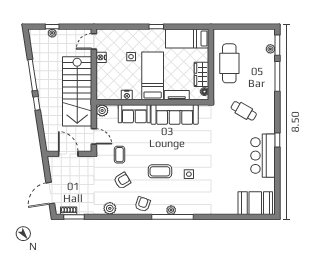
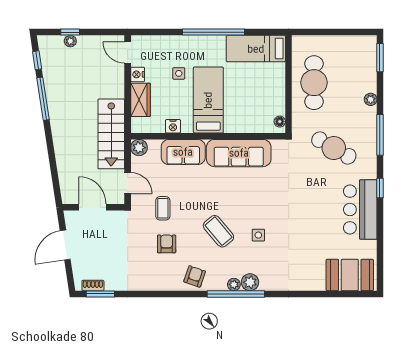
window: (156, 27) -> (214, 32), width x3.17
door: (94, 41) -> (128, 52), hinge flipped
plant: (270, 49) -> (371, 99), moved
wardrobe: (201, 74) -> (140, 100), moved, turned 180
window: (277, 76) -> (380, 135), moved
stairs: (77, 91) -> (111, 134), width x0.73, depth x0.66
tv unit: (177, 95) -> (242, 126), removed
window: (37, 103) -> (37, 60), moved
cafe table: (244, 111) -> (334, 148), width x1.37, depth x1.35
coffee table: (160, 171) -> (218, 231), turned 50
armchair: (122, 181) -> (167, 244), turned -59
door: (50, 193) -> (65, 245), moved
plant: (110, 208) -> (250, 282), moved

